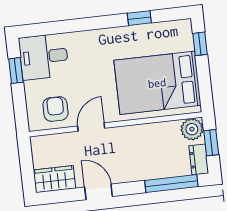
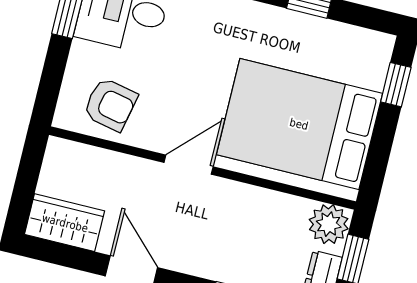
armchair: (55, 109) -> (110, 104), turned 102
door: (91, 127) -> (189, 165), moved

